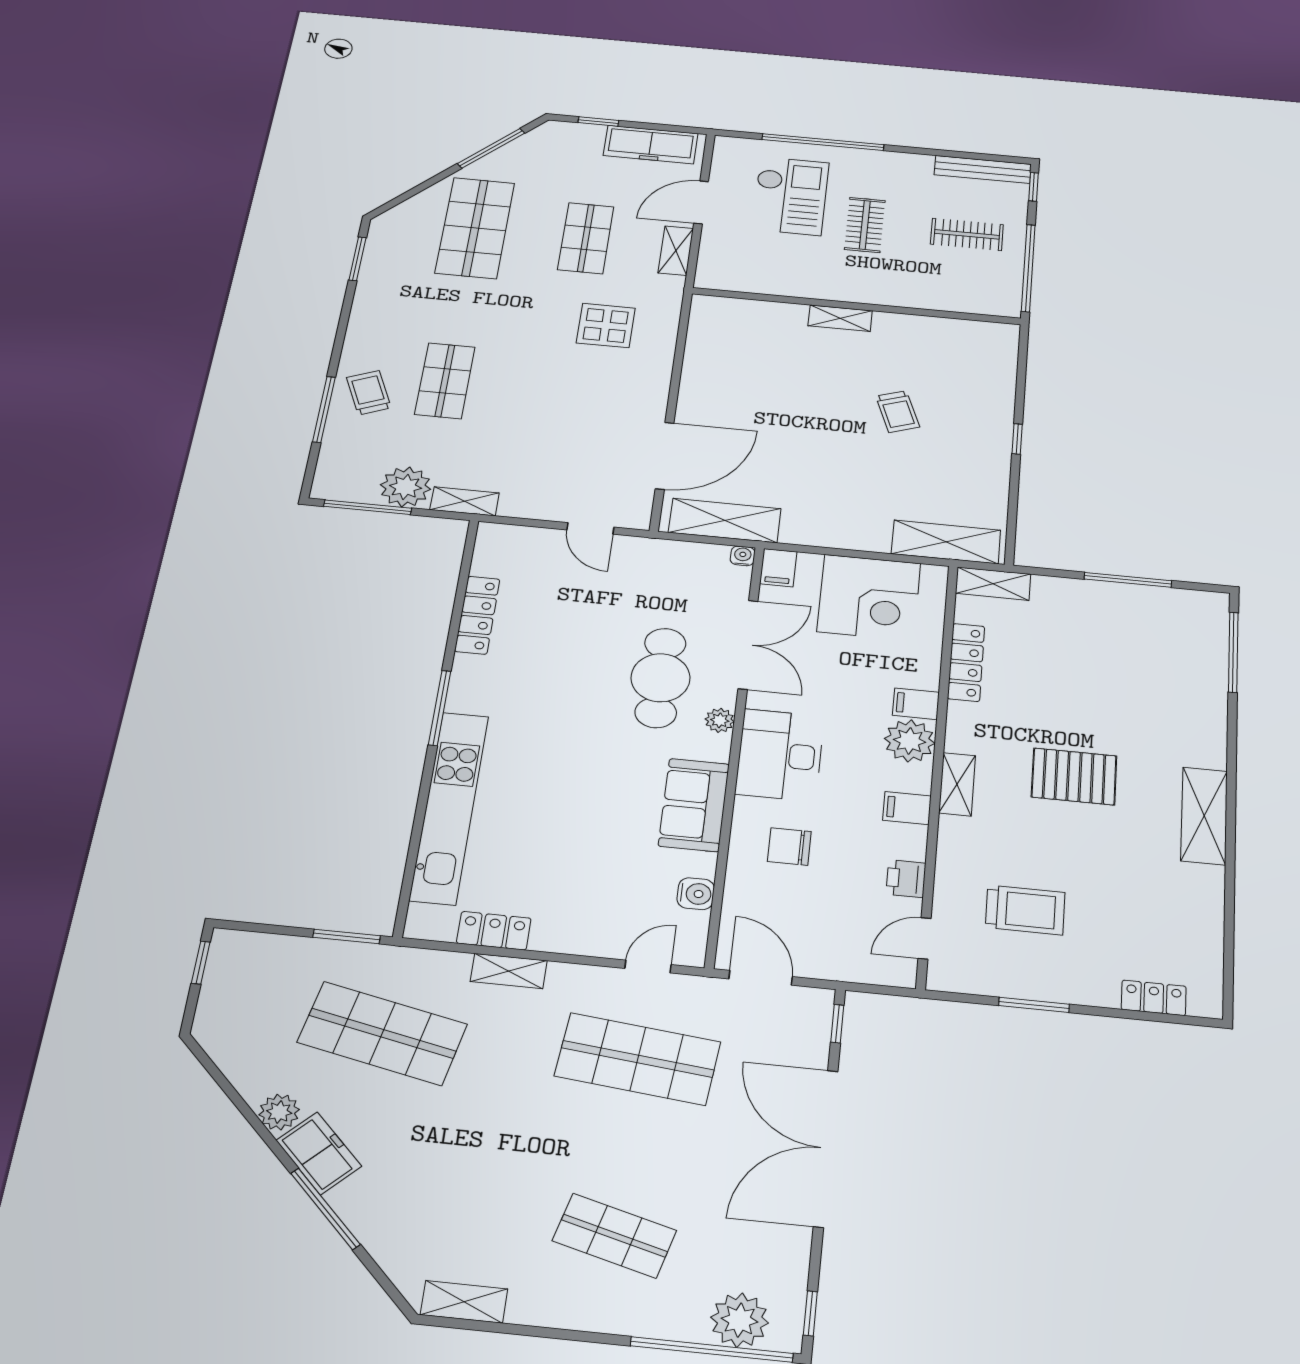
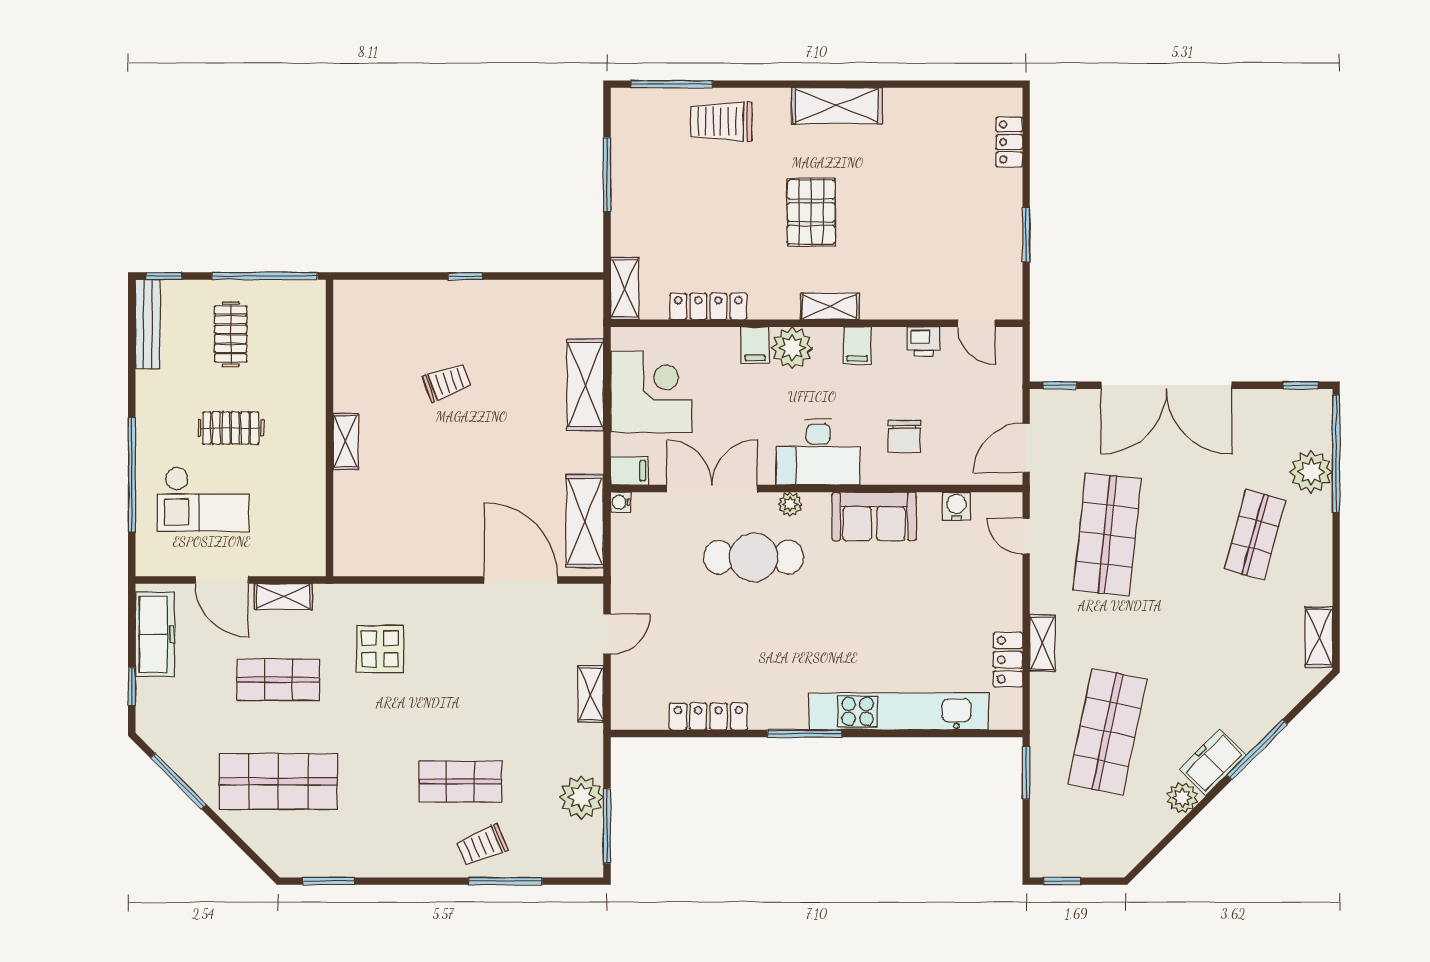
checkout: (790, 196) -> (203, 499), turned 180
shelving: (465, 501) -> (591, 694), moved
shelving: (946, 542) -> (585, 385), moved
trolley: (1025, 910) -> (721, 122), moved, turned -90
plant: (740, 1320) -> (1311, 472), moved

